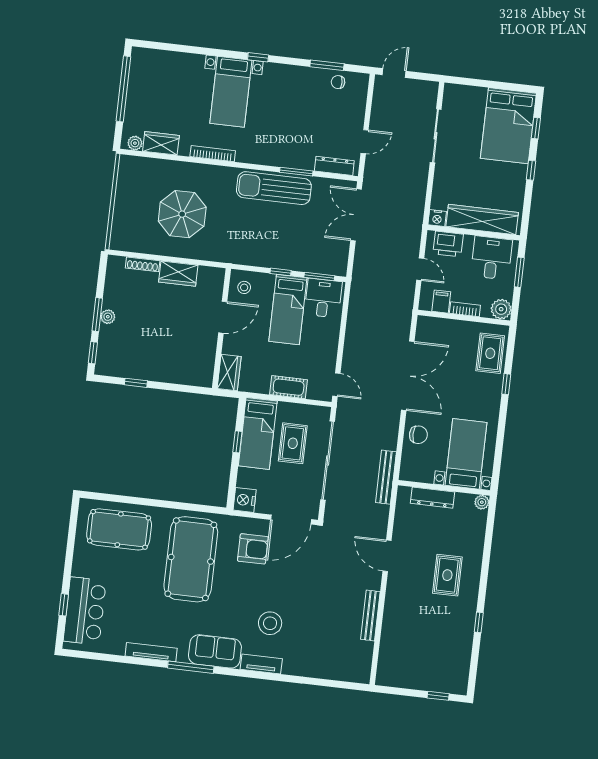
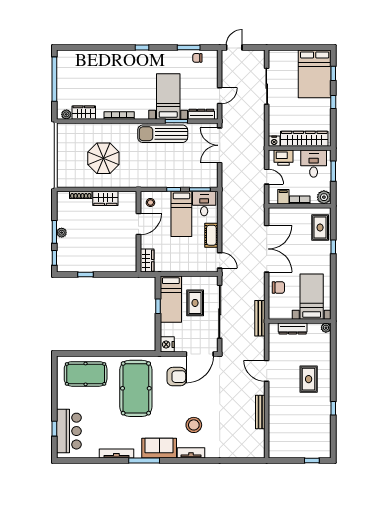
bed with nightstands: (231, 92) -> (168, 97), moved, turned 180
cot: (289, 387) -> (211, 235), moved, turned 90

